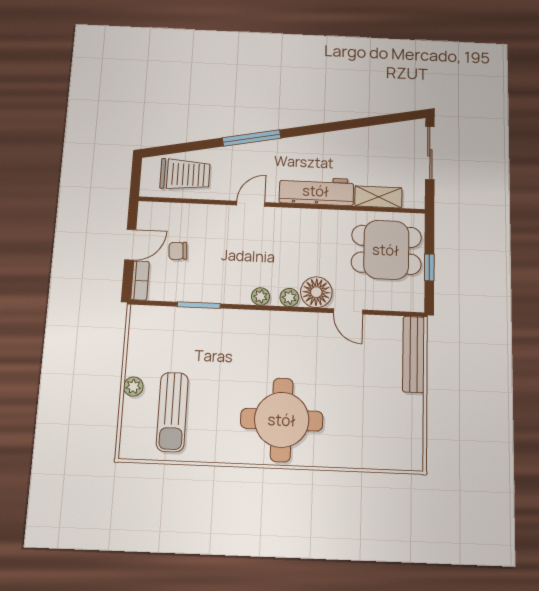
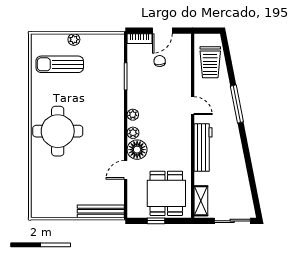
shelving: (378, 197) -> (201, 201), moved
door: (130, 245) -> (162, 31), hinge flipped

